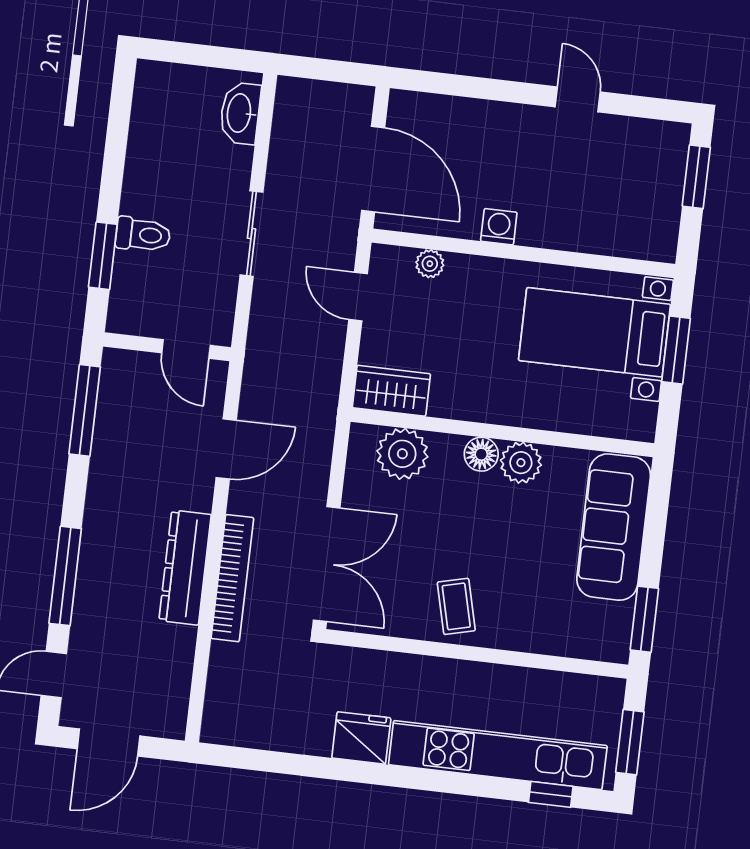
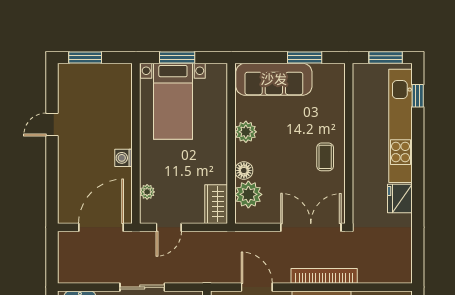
floor lamp: (481, 454) -> (244, 170), moved
coffee table: (456, 606) -> (325, 157), turned -76
window: (644, 619) -> (305, 57), moved

